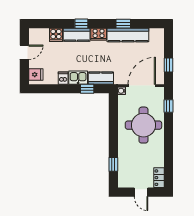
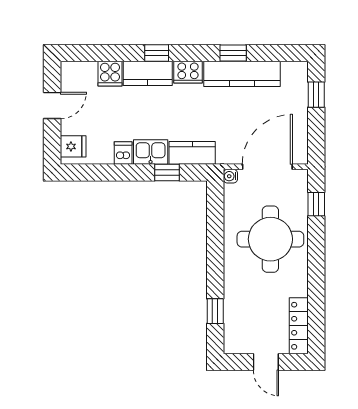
window: (168, 65) -> (316, 95), moved
locker: (159, 178) -> (299, 326), width x1.53

